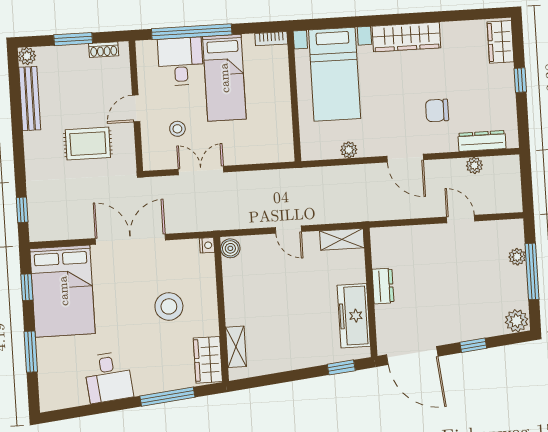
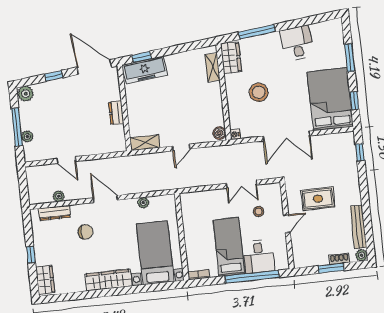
shoe rack: (104, 50) -> (339, 259), moved
door: (288, 230) -> (181, 147), swing flipped
freezer: (354, 316) -> (145, 70), moved, turned 84

